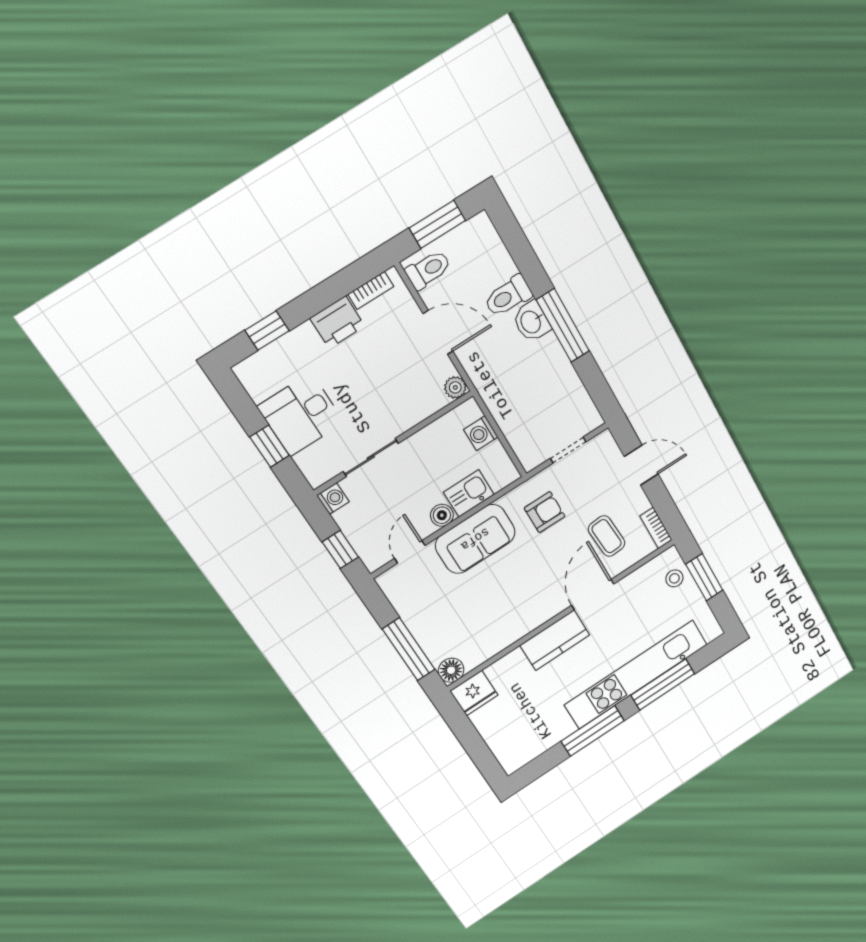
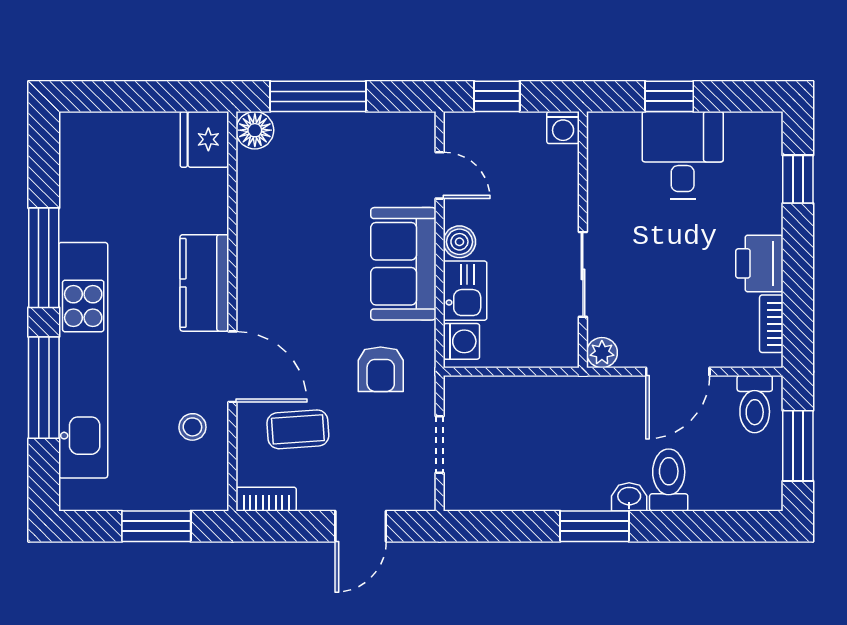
washbasin: (531, 322) -> (629, 497), width x0.72, depth x0.69
window: (563, 326) -> (594, 526), width x0.69
washing machine: (481, 433) -> (461, 341), moved, turned 90
sliding door: (371, 457) -> (583, 274), moved
stool: (674, 578) -> (192, 427), moved

